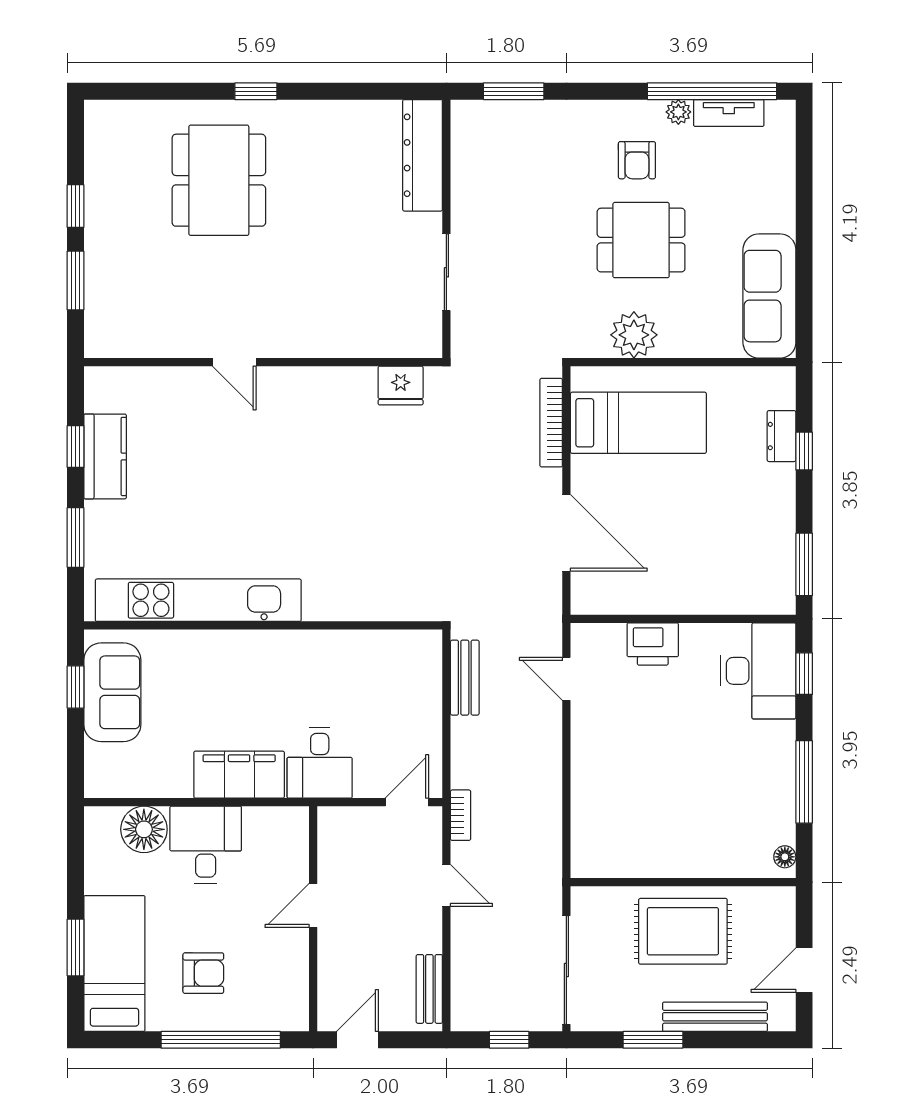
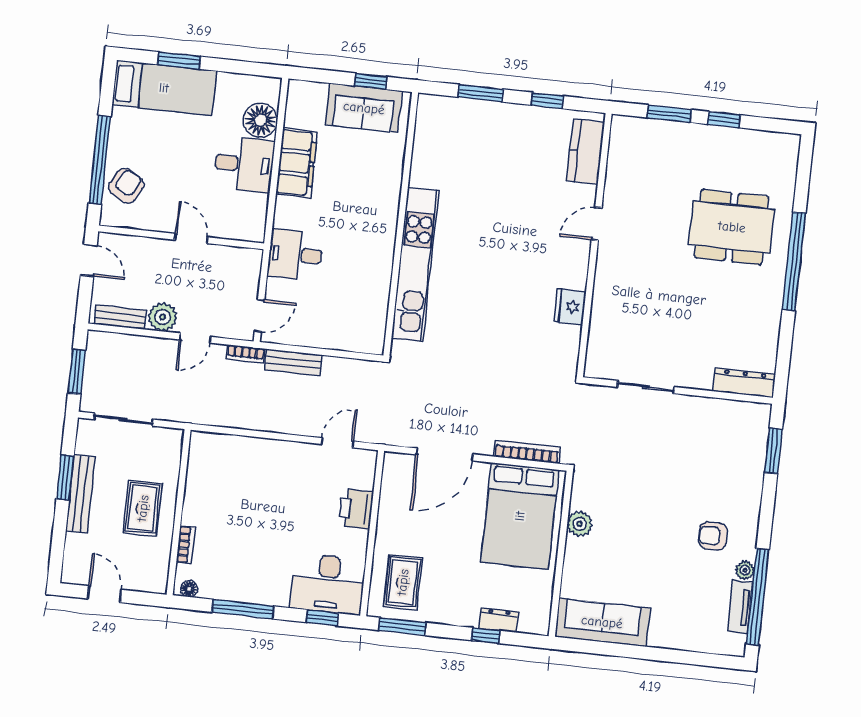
window: (256, 91) -> (794, 261), width x3.17
dresser: (423, 155) -> (744, 383), width x0.73, depth x0.80
dining table: (641, 240) -> (654, 533), removed
plant: (634, 335) -> (580, 524), width x0.73, depth x0.73
fridge: (401, 386) -> (570, 307), moved
bed: (638, 423) -> (520, 516), width x1.50
kitchen counter: (105, 456) -> (586, 151), moved, turned 90
rug: (744, 570) -> (403, 582), added
kitchen unit: (198, 600) -> (415, 264), moved
bench: (465, 678) -> (293, 362), moved
filing cabinet: (239, 775) -> (296, 163), moved
door: (407, 802) -> (259, 316), hinge flipped
bookcase: (726, 868) -> (186, 545), added
rug: (683, 931) -> (143, 508), width x0.73, depth x0.70
plant: (423, 932) -> (163, 317), added
sliding door: (566, 970) -> (123, 419), width x0.73
armchair: (203, 973) -> (126, 186), moved, turned -150
bench: (715, 1017) -> (81, 494), moved
window: (509, 1040) -> (77, 372), width x1.50

